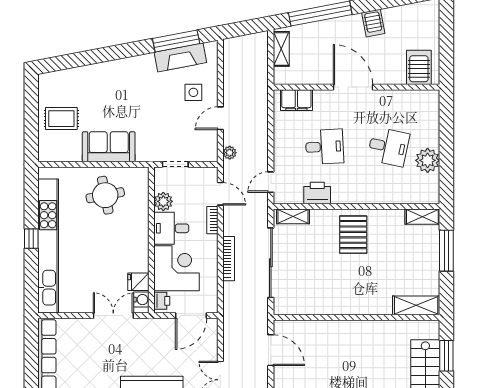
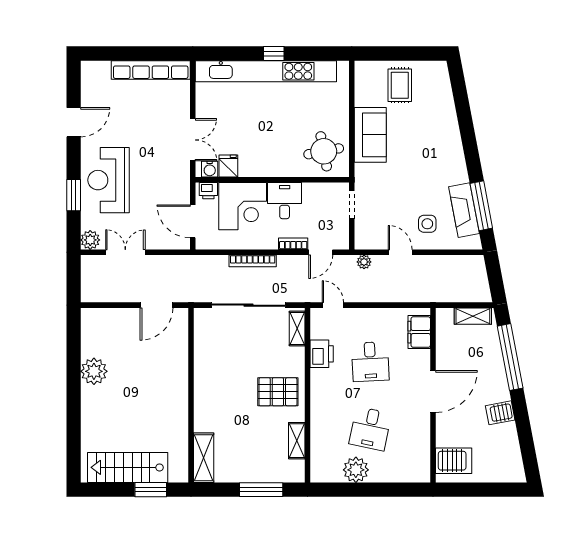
round table: (105, 195) -> (324, 151), moved
plant: (163, 201) -> (313, 192), removed
shelving: (422, 217) -> (297, 441), moved

